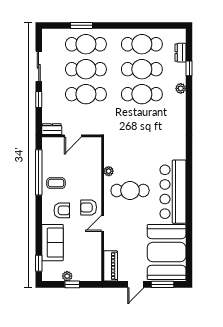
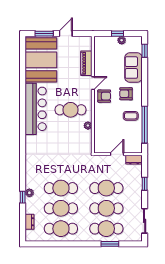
sliding door: (39, 66) -> (145, 221), moved
window: (189, 68) -> (23, 197), moved
piano: (111, 266) -> (86, 63), moved

